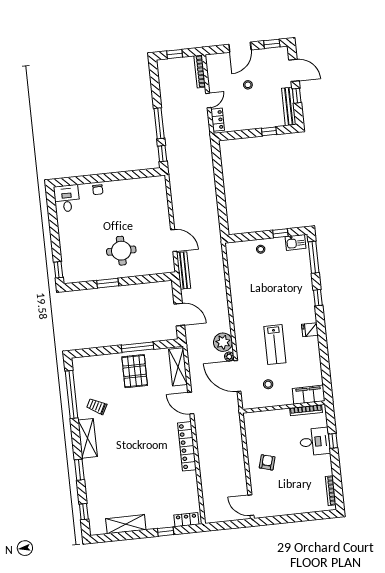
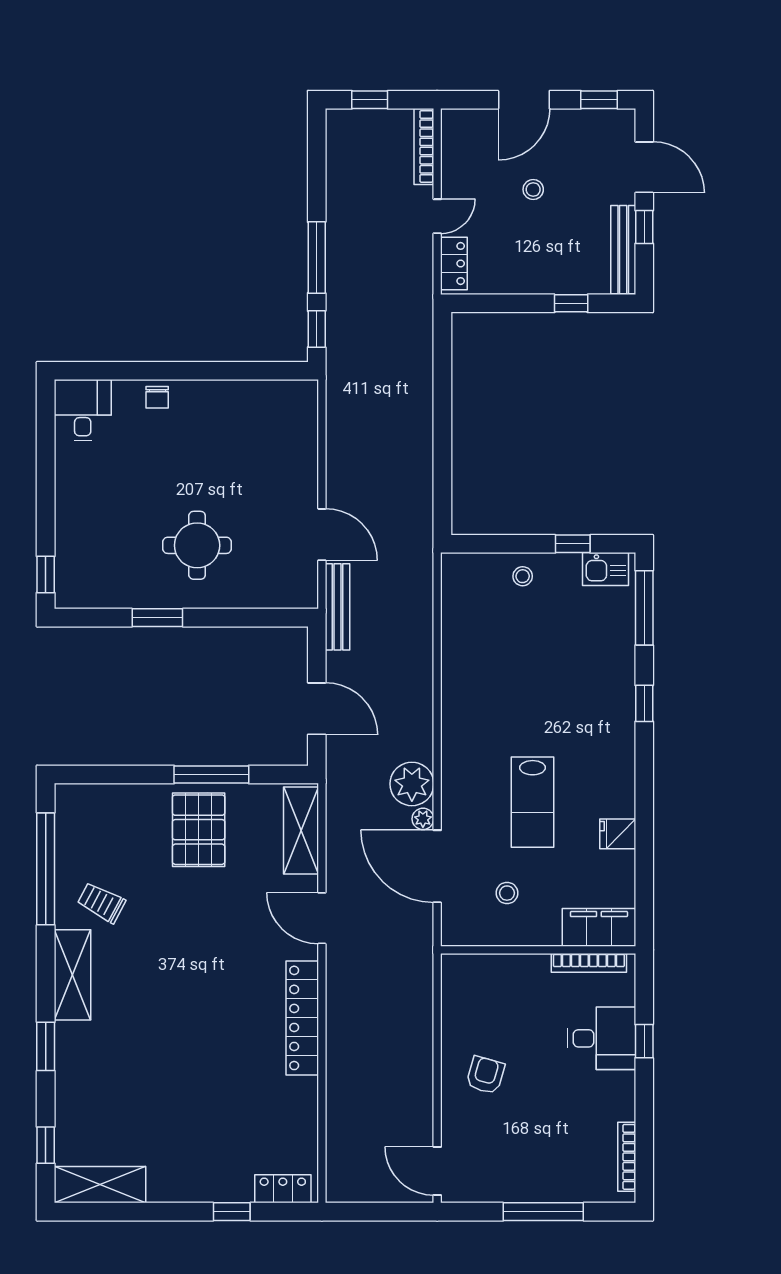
fridge: (310, 330) -> (618, 834), moved
window: (298, 518) -> (543, 1212), added
shelving: (126, 524) -> (100, 1185), moved

